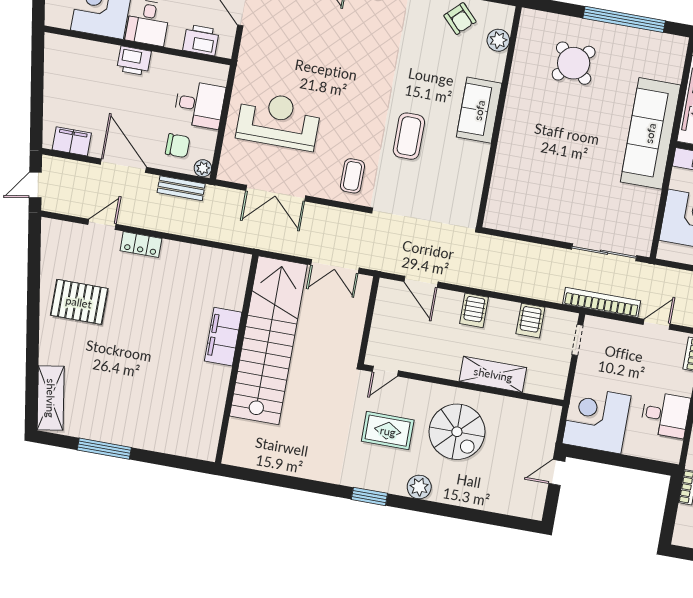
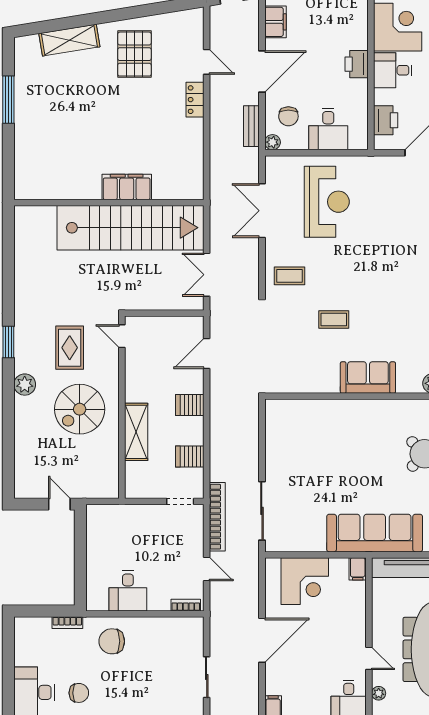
coffee table: (409, 136) -> (334, 320), width x0.73, depth x0.77
shelving: (51, 398) -> (69, 40), moved
corner desk: (597, 420) -> (113, 531), removed

